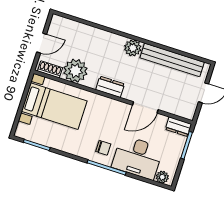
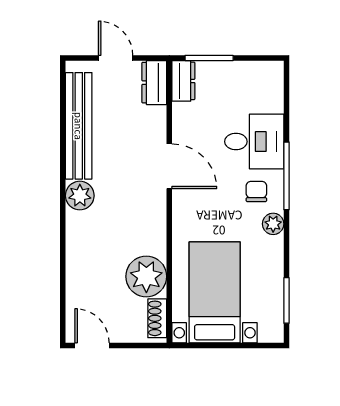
door: (42, 43) -> (92, 346), moved
dresser: (110, 87) -> (154, 83), moved
door: (145, 107) -> (169, 166), moved
desk: (137, 157) -> (254, 142), width x0.73
plant: (162, 177) -> (273, 224), moved

